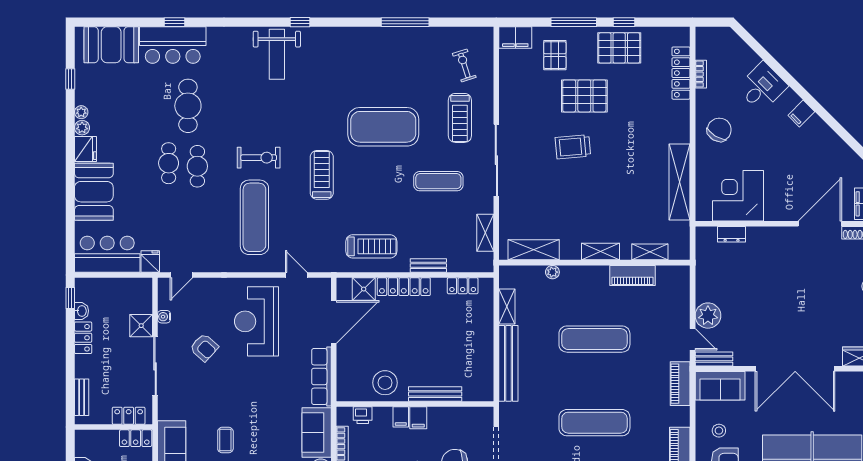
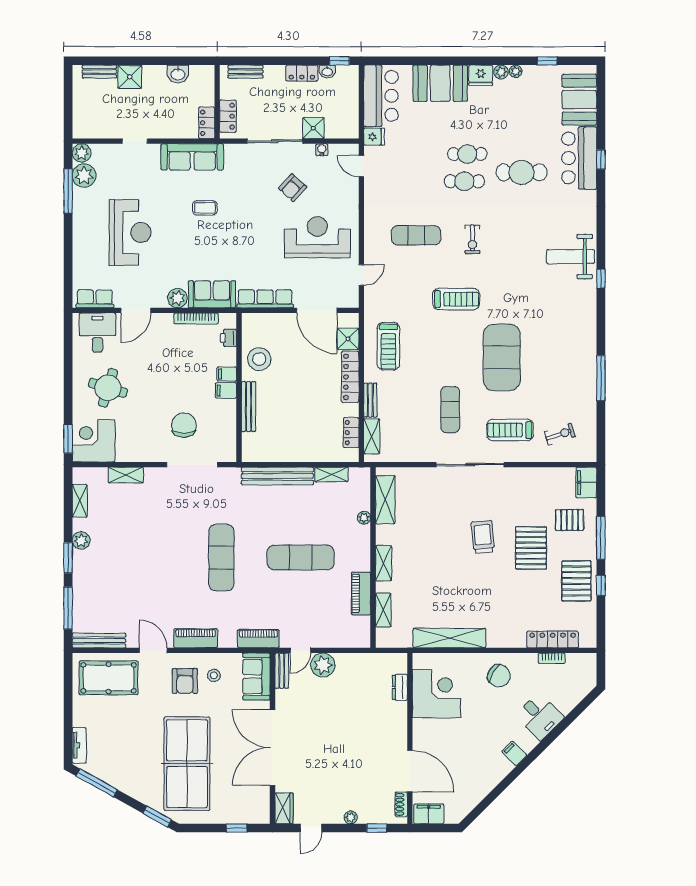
exercise bike: (259, 158) -> (472, 239), width x0.73, depth x0.72
exercise mat: (254, 217) -> (416, 235), width x0.73, depth x0.69
shelving: (485, 233) -> (372, 436), moved, turned 90
exercise mat: (594, 339) -> (301, 558), turned 90

